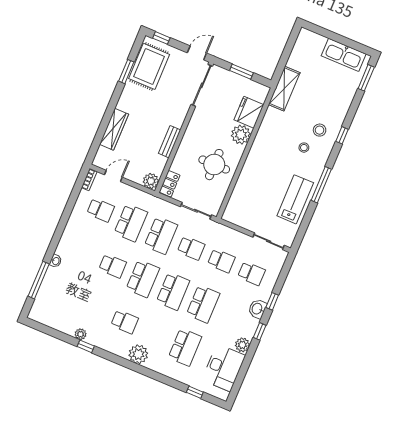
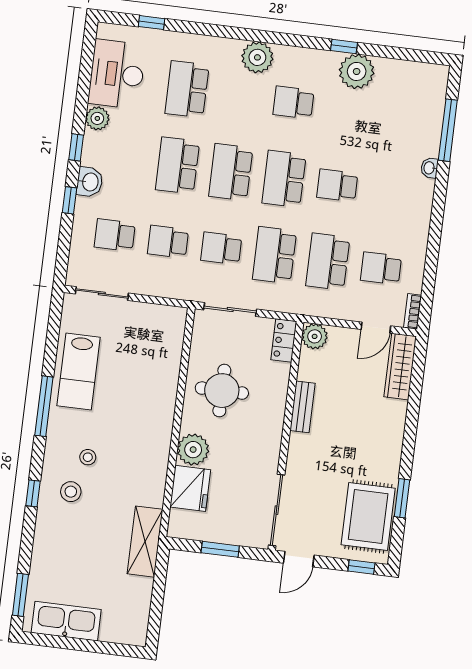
wardrobe: (114, 129) -> (400, 367), moved
plant: (81, 334) -> (357, 71), width x1.88, depth x1.88

